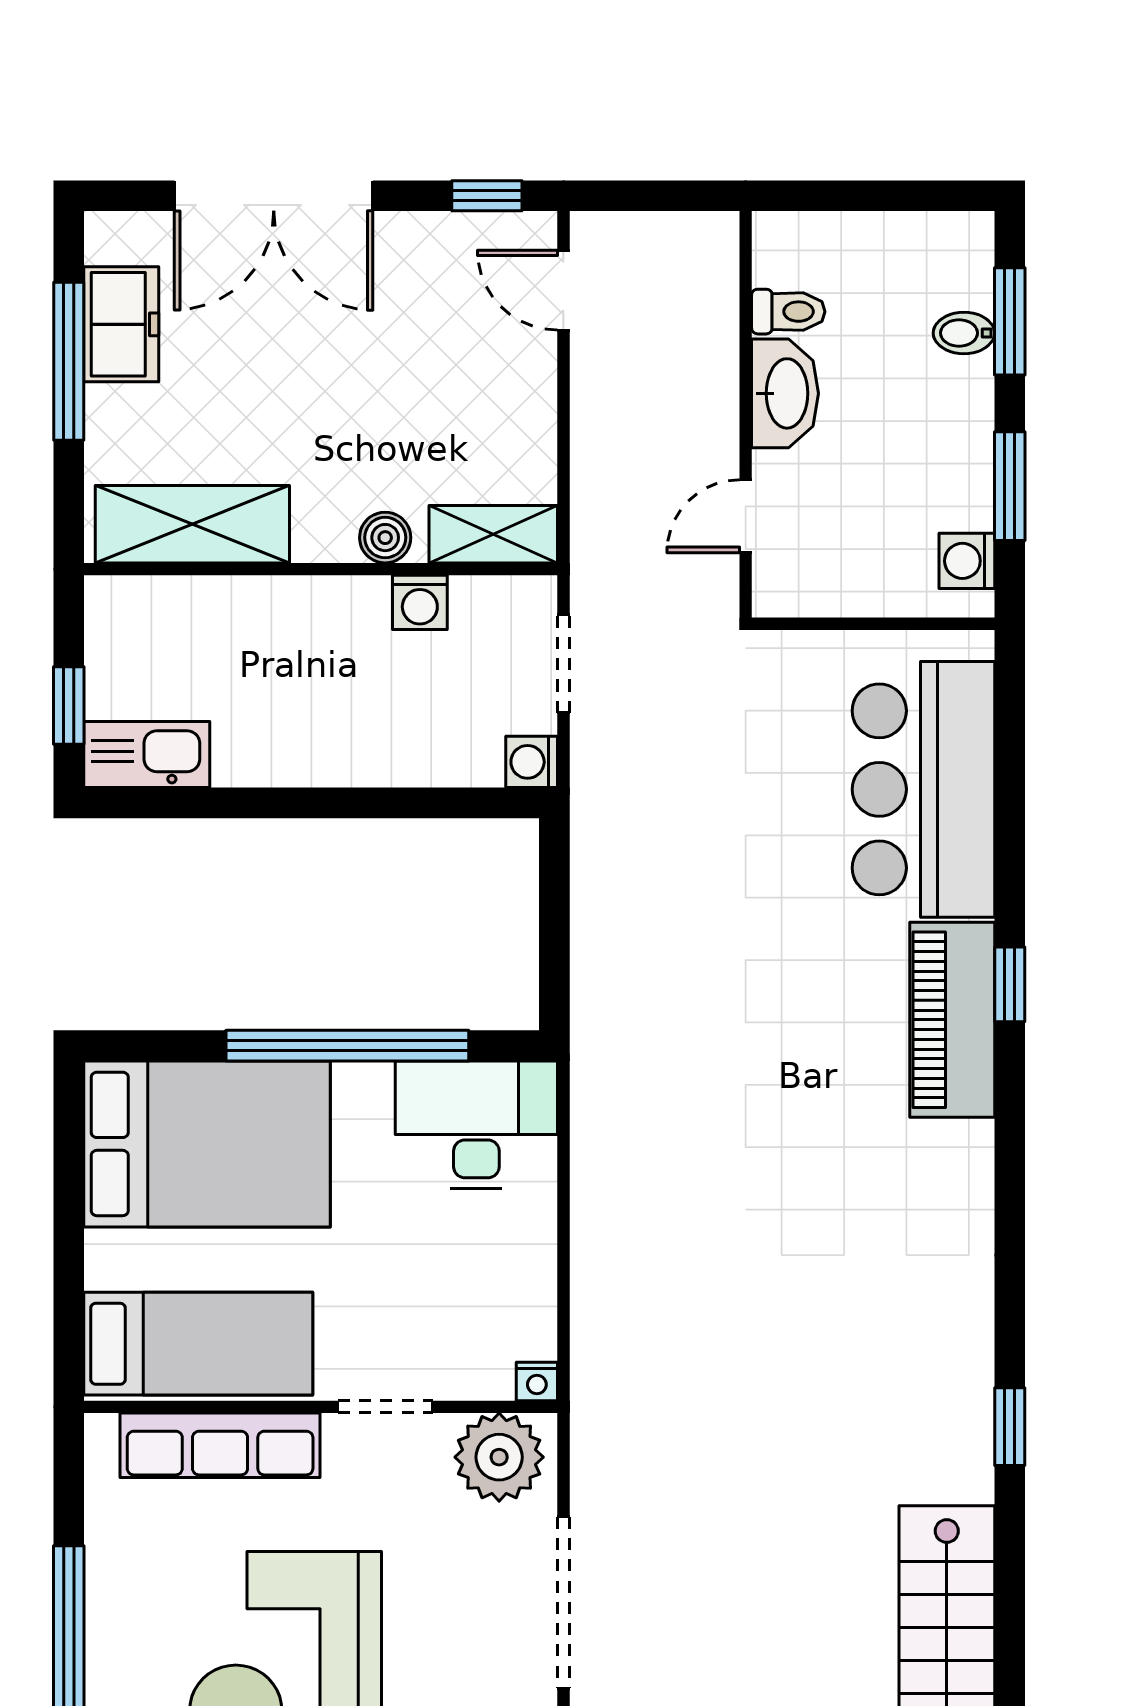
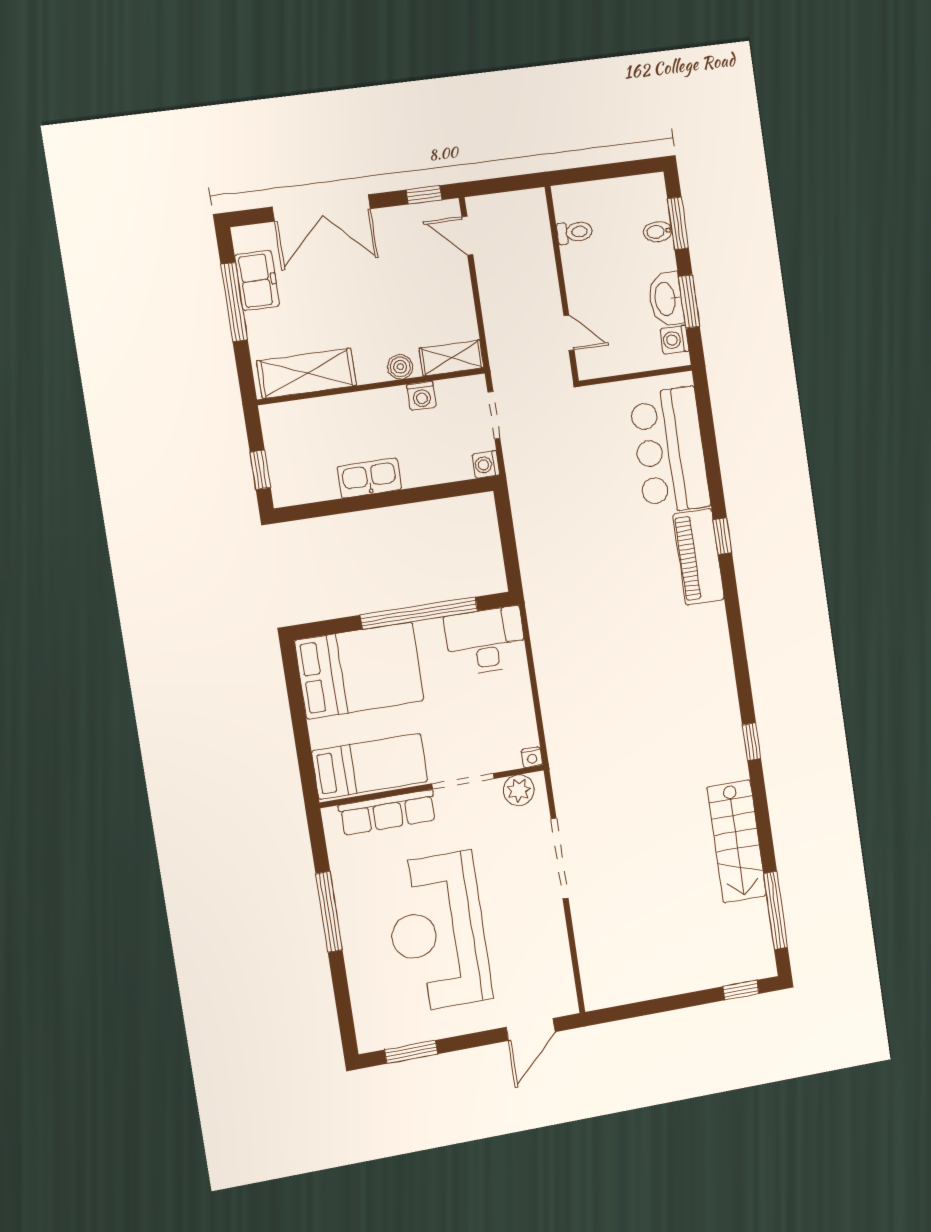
washbasin: (785, 393) -> (666, 299), moved, turned 180
door: (746, 516) -> (569, 333), swing flipped
kitchen sink: (147, 755) -> (369, 478), moved
doorway: (385, 1407) -> (463, 781), width x1.38
plant: (499, 1457) -> (519, 790), width x0.73, depth x0.73

